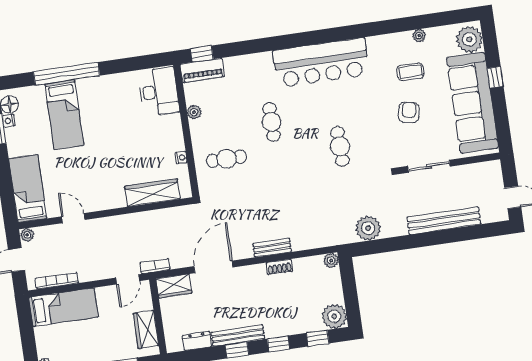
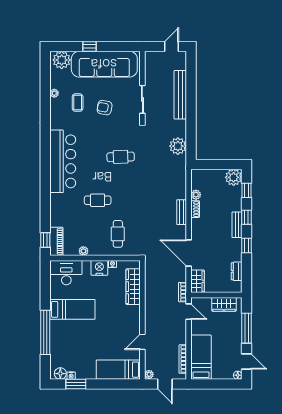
bed: (64, 114) -> (72, 309), moved
nightstand: (173, 139) -> (99, 268), added
plant: (331, 260) -> (196, 195), moved
bench: (238, 336) -> (237, 225), moved, width x0.73

